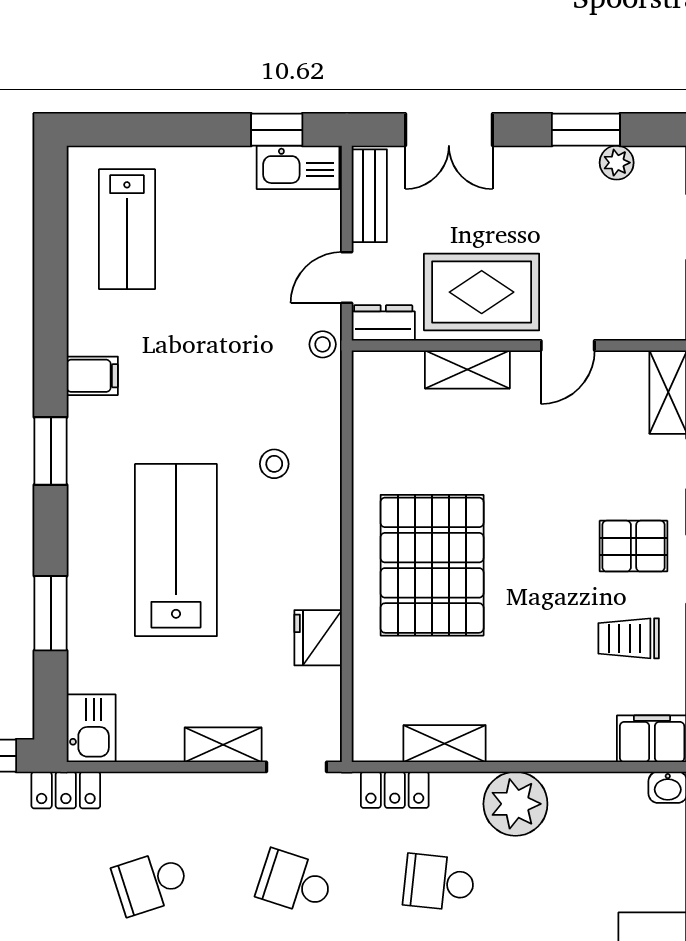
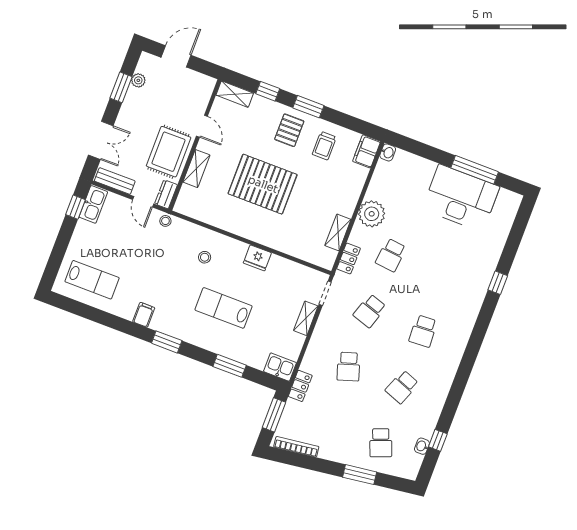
lab bench: (176, 550) -> (224, 308), width x0.73, depth x0.72
pallet: (432, 565) -> (263, 184), moved
fridge: (318, 638) -> (257, 258), moved

